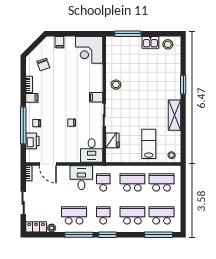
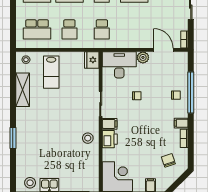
shelving: (175, 115) -> (23, 90), moved
fridge: (112, 140) -> (92, 60), moved
printer: (32, 141) -> (110, 139), moved, turned 180
desk: (92, 151) -> (119, 65), width x1.37
plant: (66, 157) -> (143, 57), added
desk: (81, 178) -> (126, 35), removed
school desk: (132, 182) -> (69, 29), width x0.54

